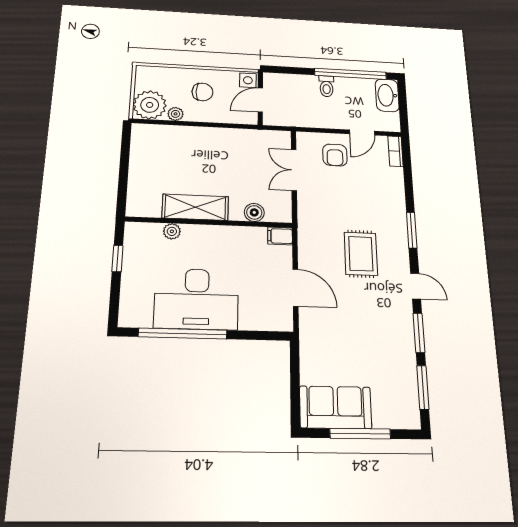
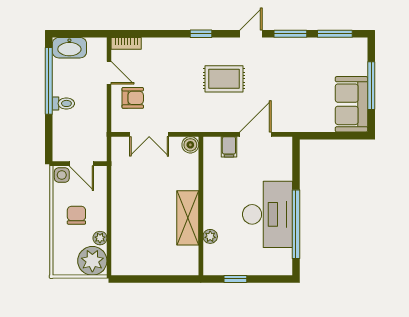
boiler: (254, 212) -> (190, 145), moved
window: (412, 230) -> (201, 34), width x0.67
filing cabinet: (280, 236) -> (229, 147), moved

